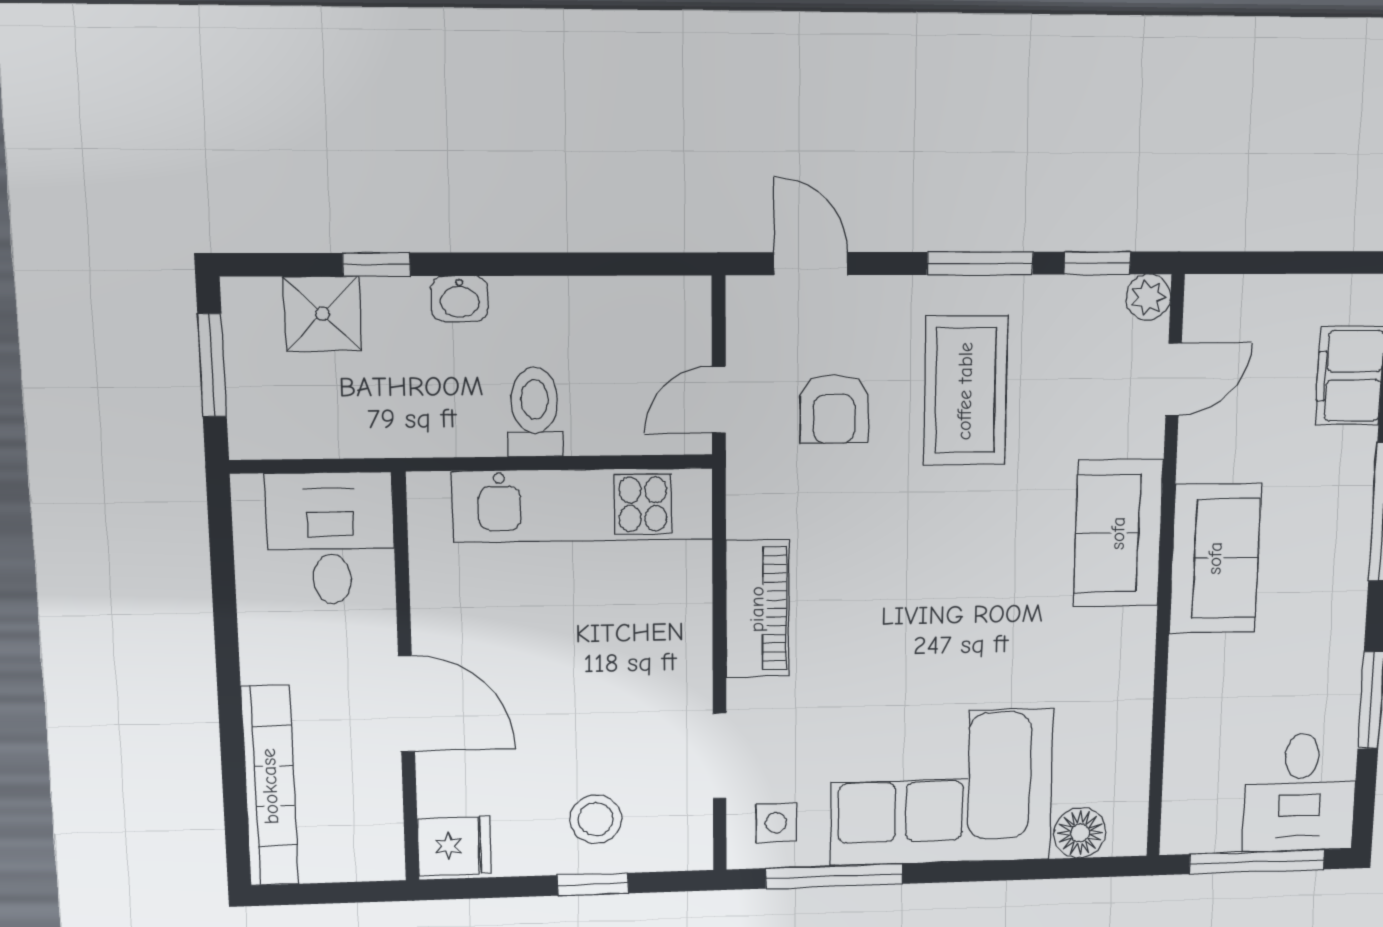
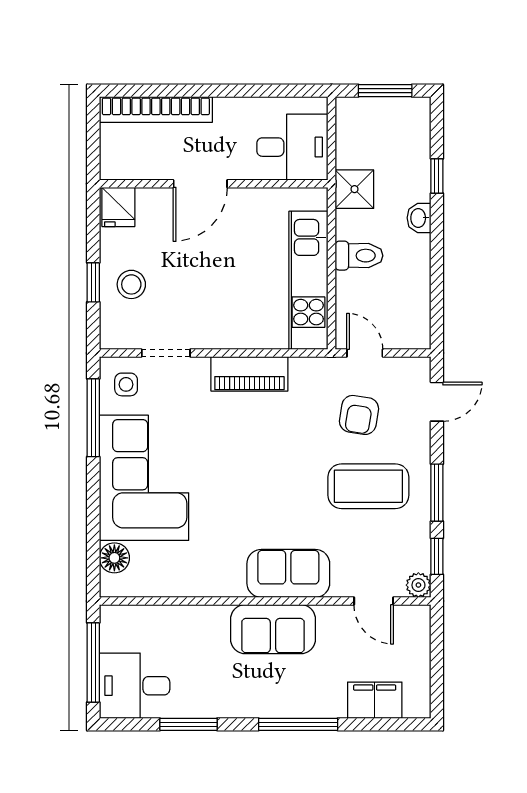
shower: (322, 314) -> (354, 189), moved
armchair: (834, 409) -> (359, 415), turned -81

